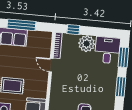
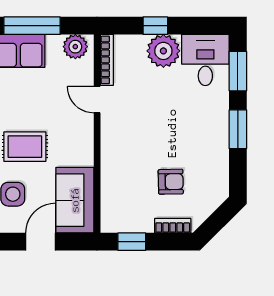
window: (73, 30) -> (155, 26), moved
plant: (42, 37) -> (75, 47), added

